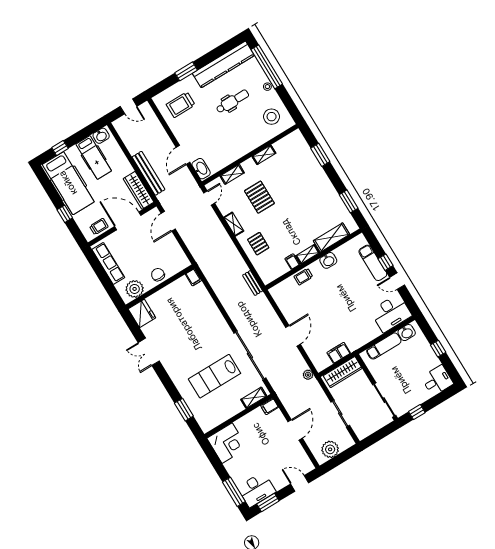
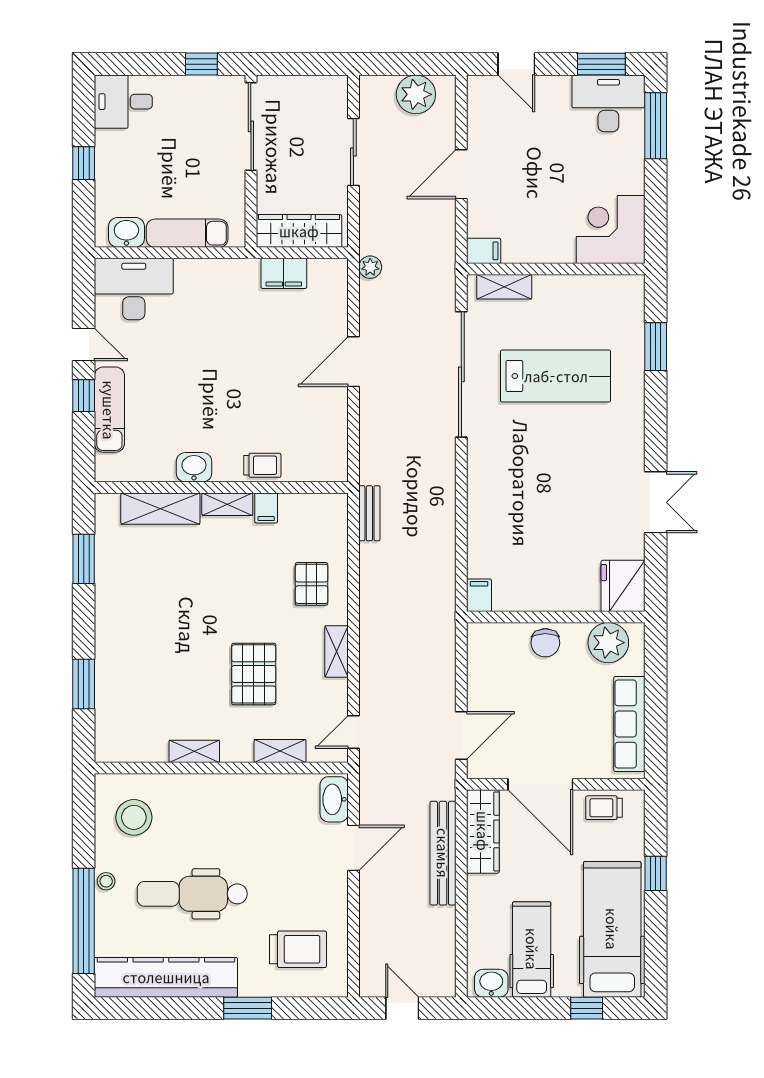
dental chair: (233, 101) -> (192, 894), width x1.36, depth x1.38

